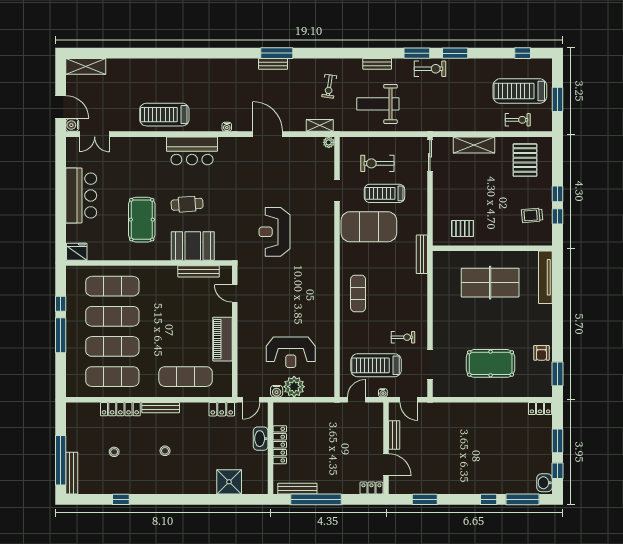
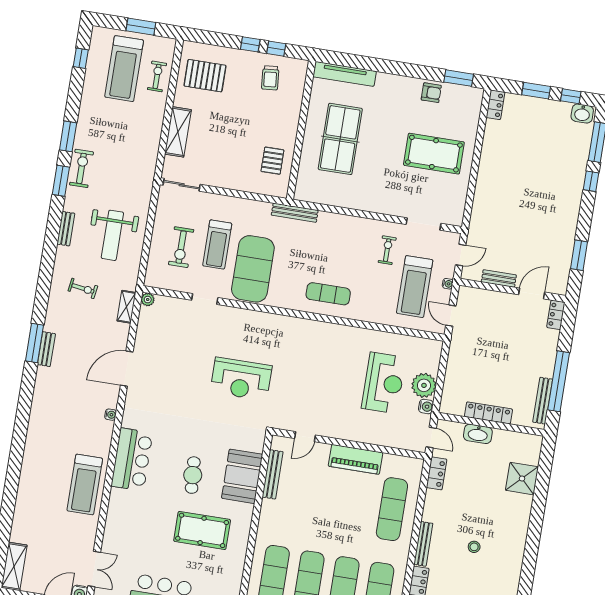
pool table: (491, 363) -> (434, 154), turned 90

